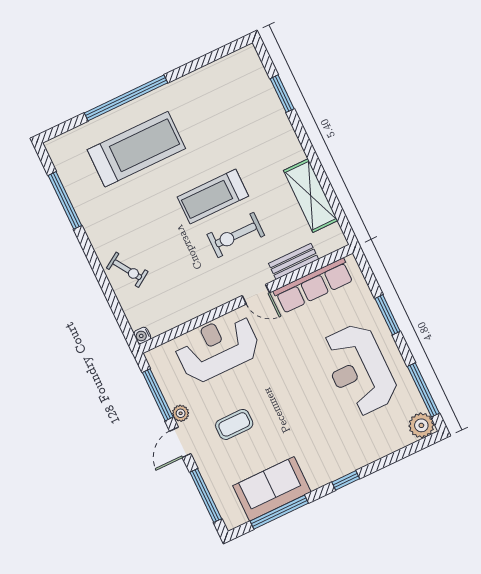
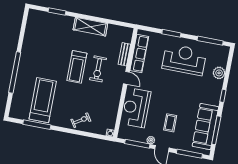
treadmill: (136, 149) -> (43, 100), moved
shelving: (311, 196) -> (90, 27), moved
door: (256, 294) -> (126, 78), hinge flipped
reception desk: (359, 370) -> (184, 60), turned 180
plant: (421, 425) -> (219, 73), moved
sofa: (272, 489) -> (205, 127), width x1.36

